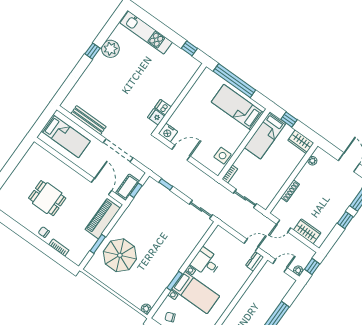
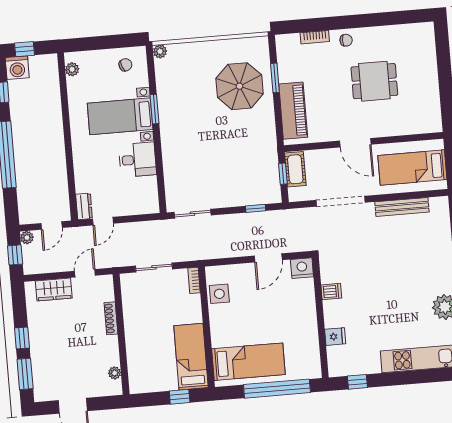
fridge: (156, 117) -> (335, 337), moved
wardrobe: (301, 142) -> (145, 383), removed
door: (101, 187) -> (355, 143), moved

